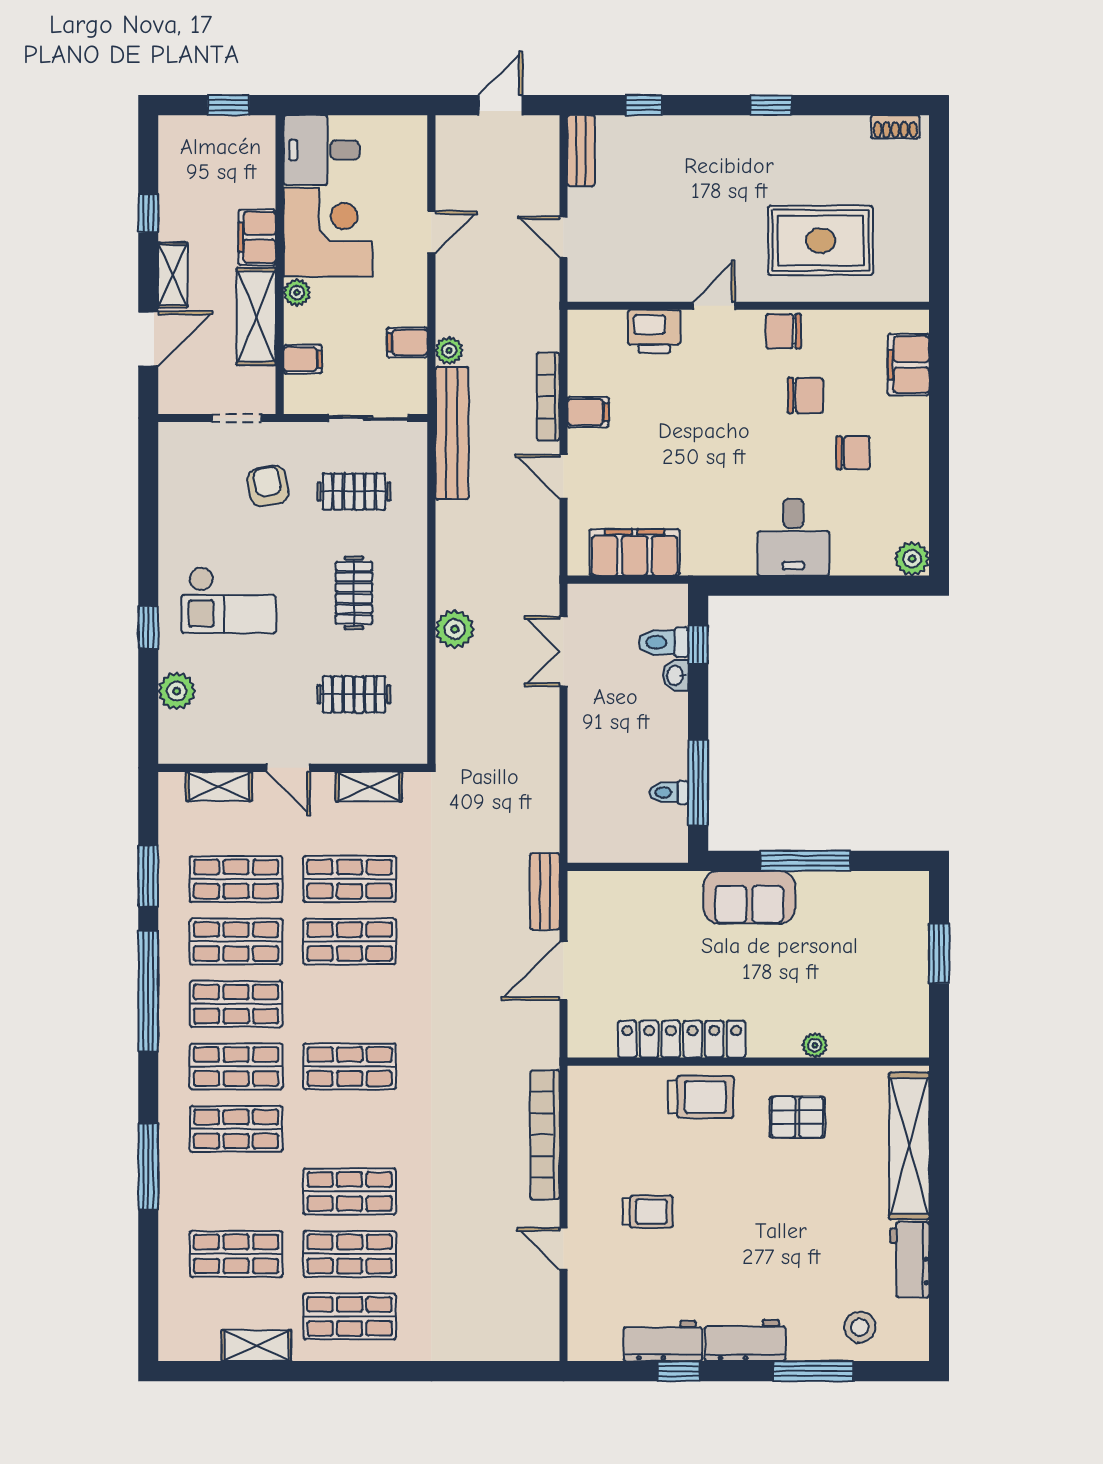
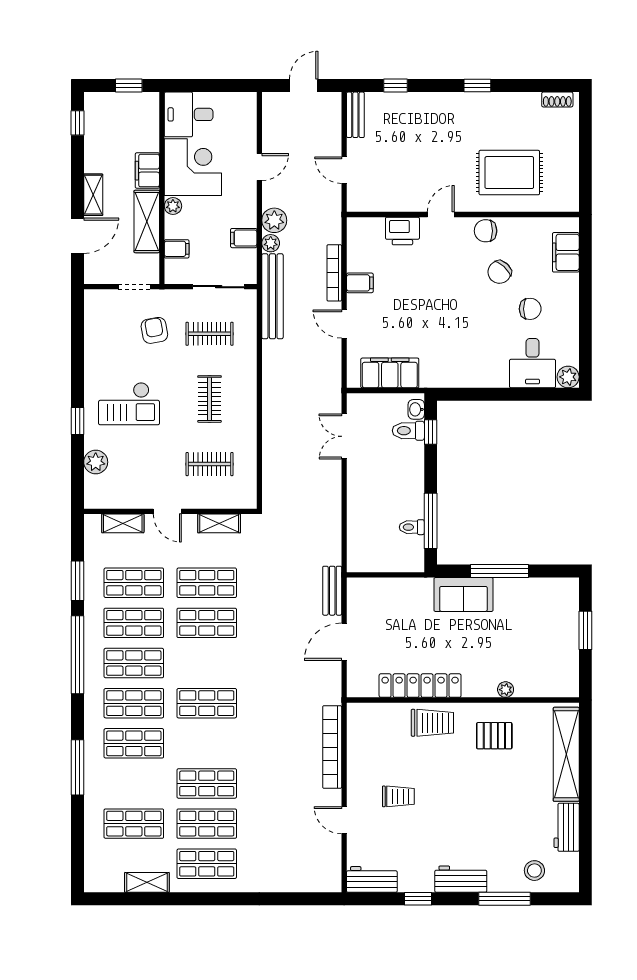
window: (148, 213) -> (77, 123), moved
chair: (805, 395) -> (499, 272), turned 133
desk: (793, 537) -> (532, 363), moved
plant: (455, 629) -> (274, 220), moved
washbasin: (676, 675) -> (416, 409), moved
workbench: (663, 1341) -> (372, 879), moved

